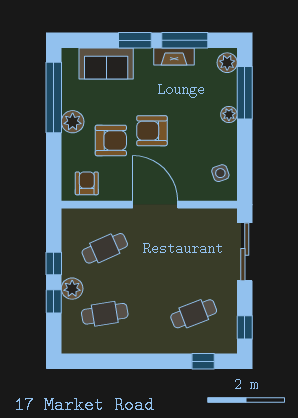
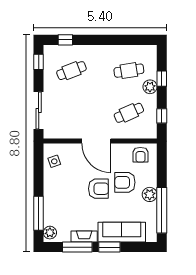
sofa: (106, 64) -> (122, 232), width x1.36
plant: (229, 114) -> (49, 199), removed
window: (54, 264) -> (162, 116), moved

